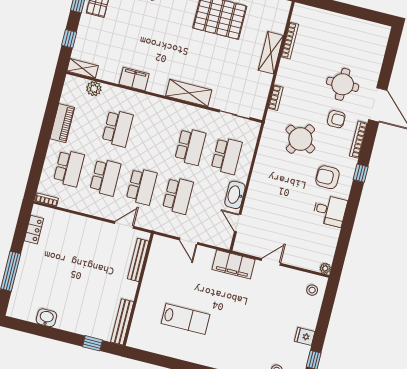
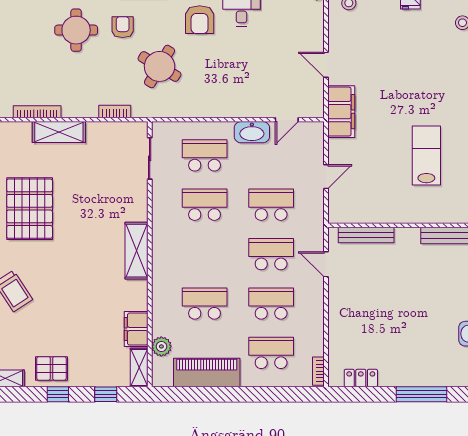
filing cabinet: (134, 79) -> (136, 329), moved
shelving: (189, 93) -> (136, 251), moved
piano: (62, 123) -> (207, 372), width x1.37, depth x1.33

